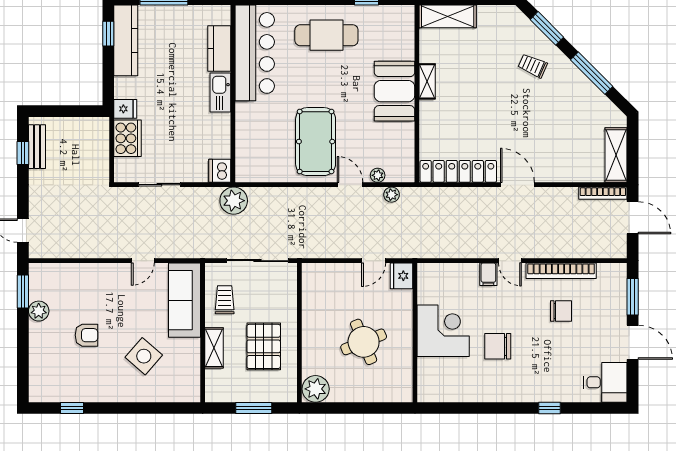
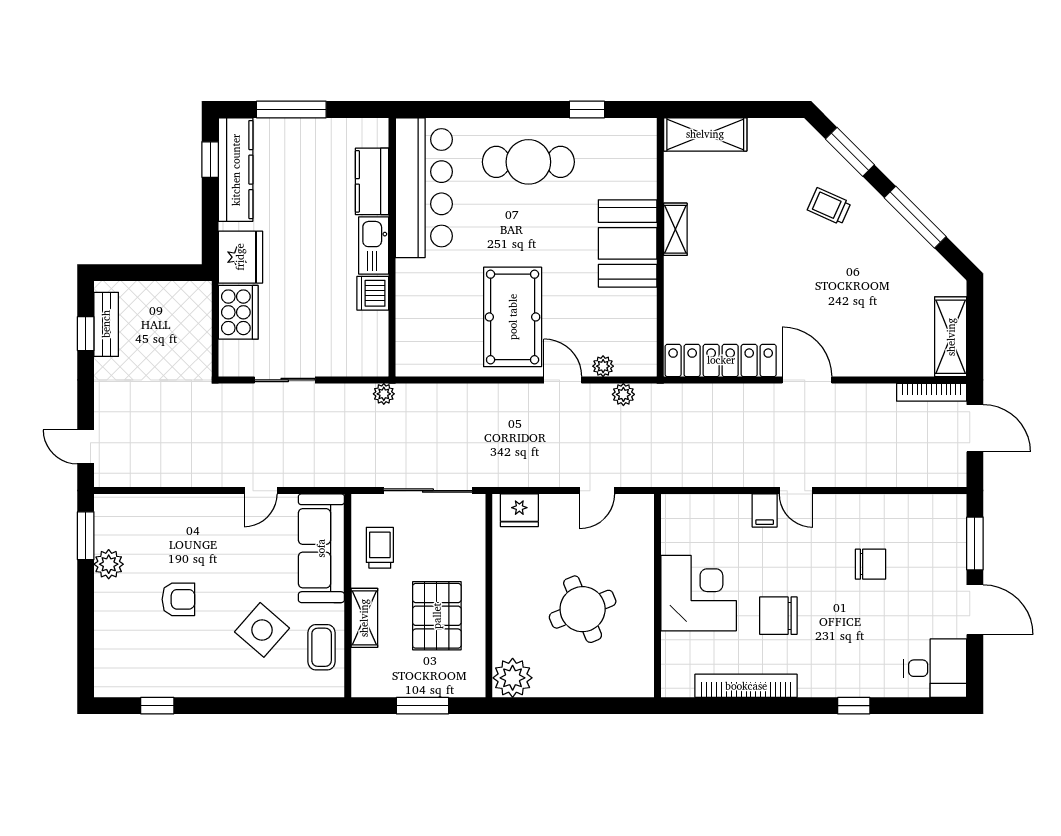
fridge: (125, 109) -> (240, 257), width x1.88, depth x1.34
dishwasher: (220, 171) -> (373, 293), moved
plant: (234, 201) -> (384, 394), width x0.53, depth x0.53
bookcase: (561, 271) -> (746, 686), moved, turned 180
fridge: (401, 276) -> (519, 510), moved, turned -90
coffee table: (185, 368) -> (322, 647), added

